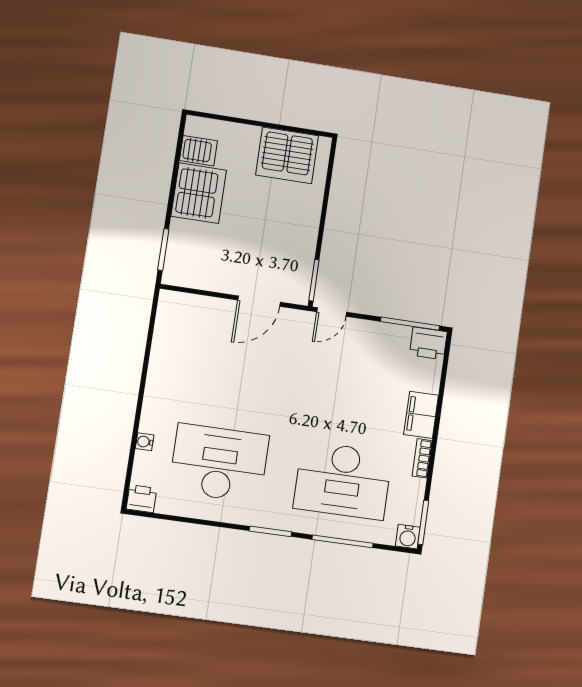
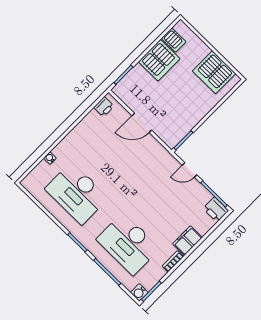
door: (259, 301) -> (142, 123), moved
door: (332, 312) -> (190, 170), moved
desk: (219, 463) -> (77, 193), turned 180
printer: (141, 499) -> (104, 107), moved, turned 90

